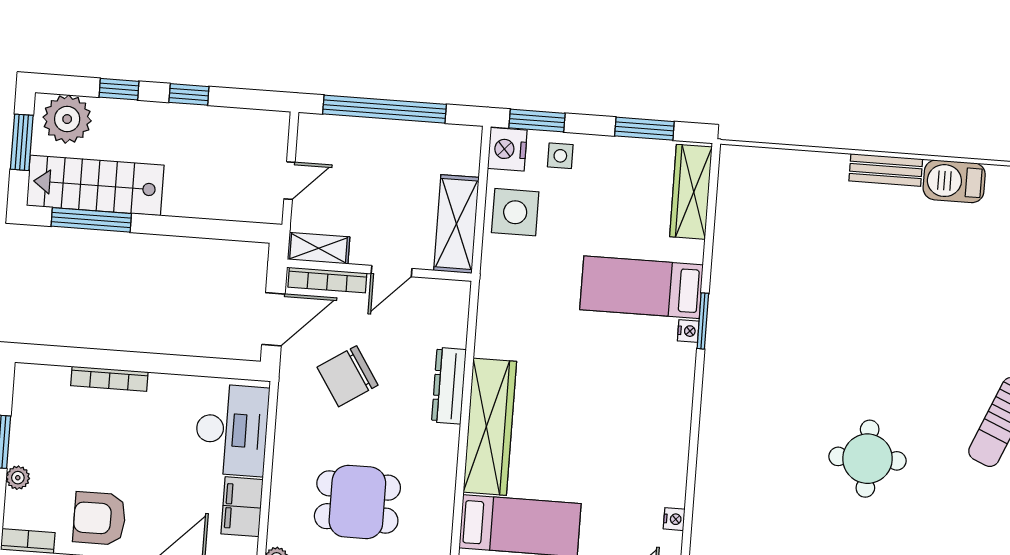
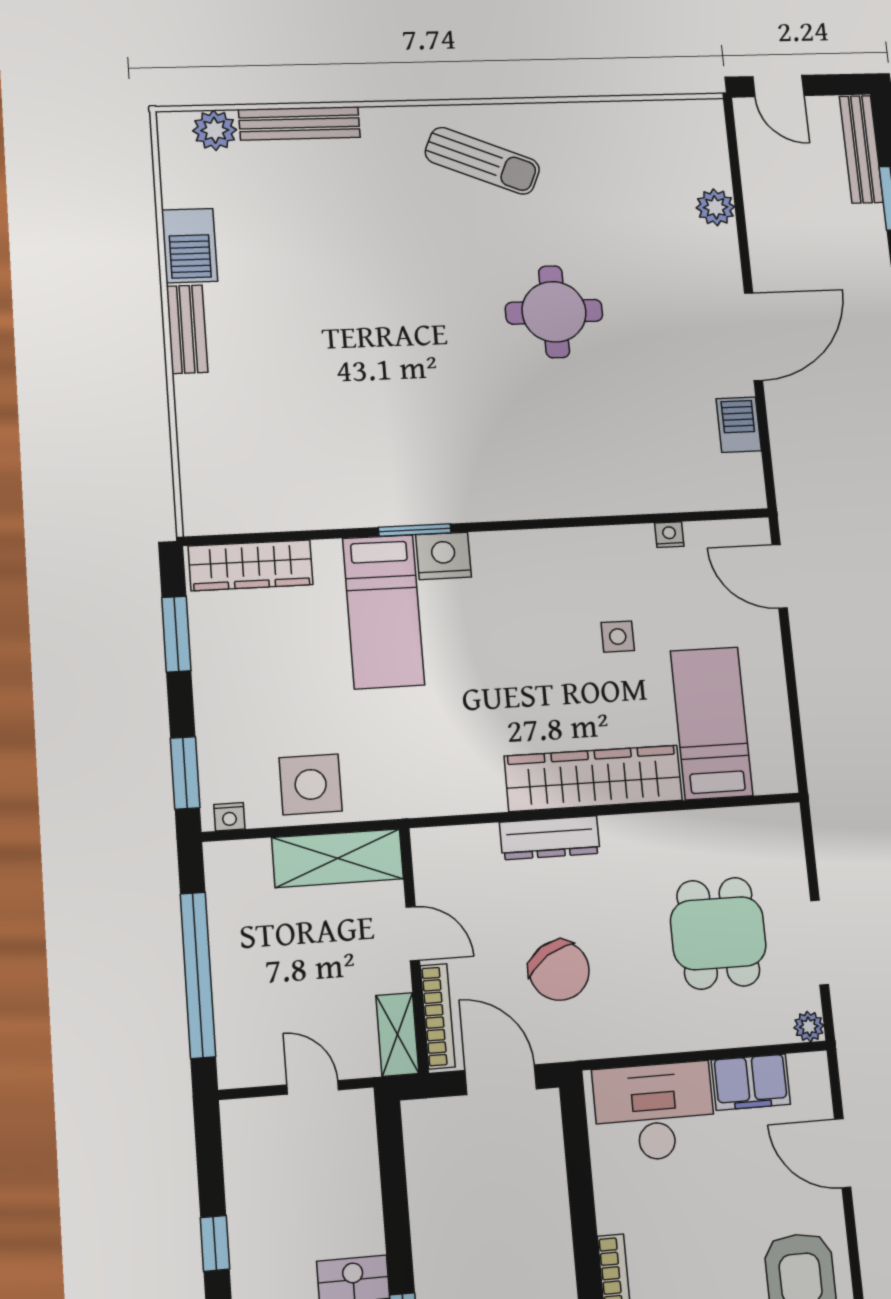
nightstand: (507, 149) -> (229, 817), width x0.53, depth x0.56
side table: (560, 156) -> (618, 637), moved
nightstand: (688, 331) -> (443, 556), width x1.89, depth x1.79

